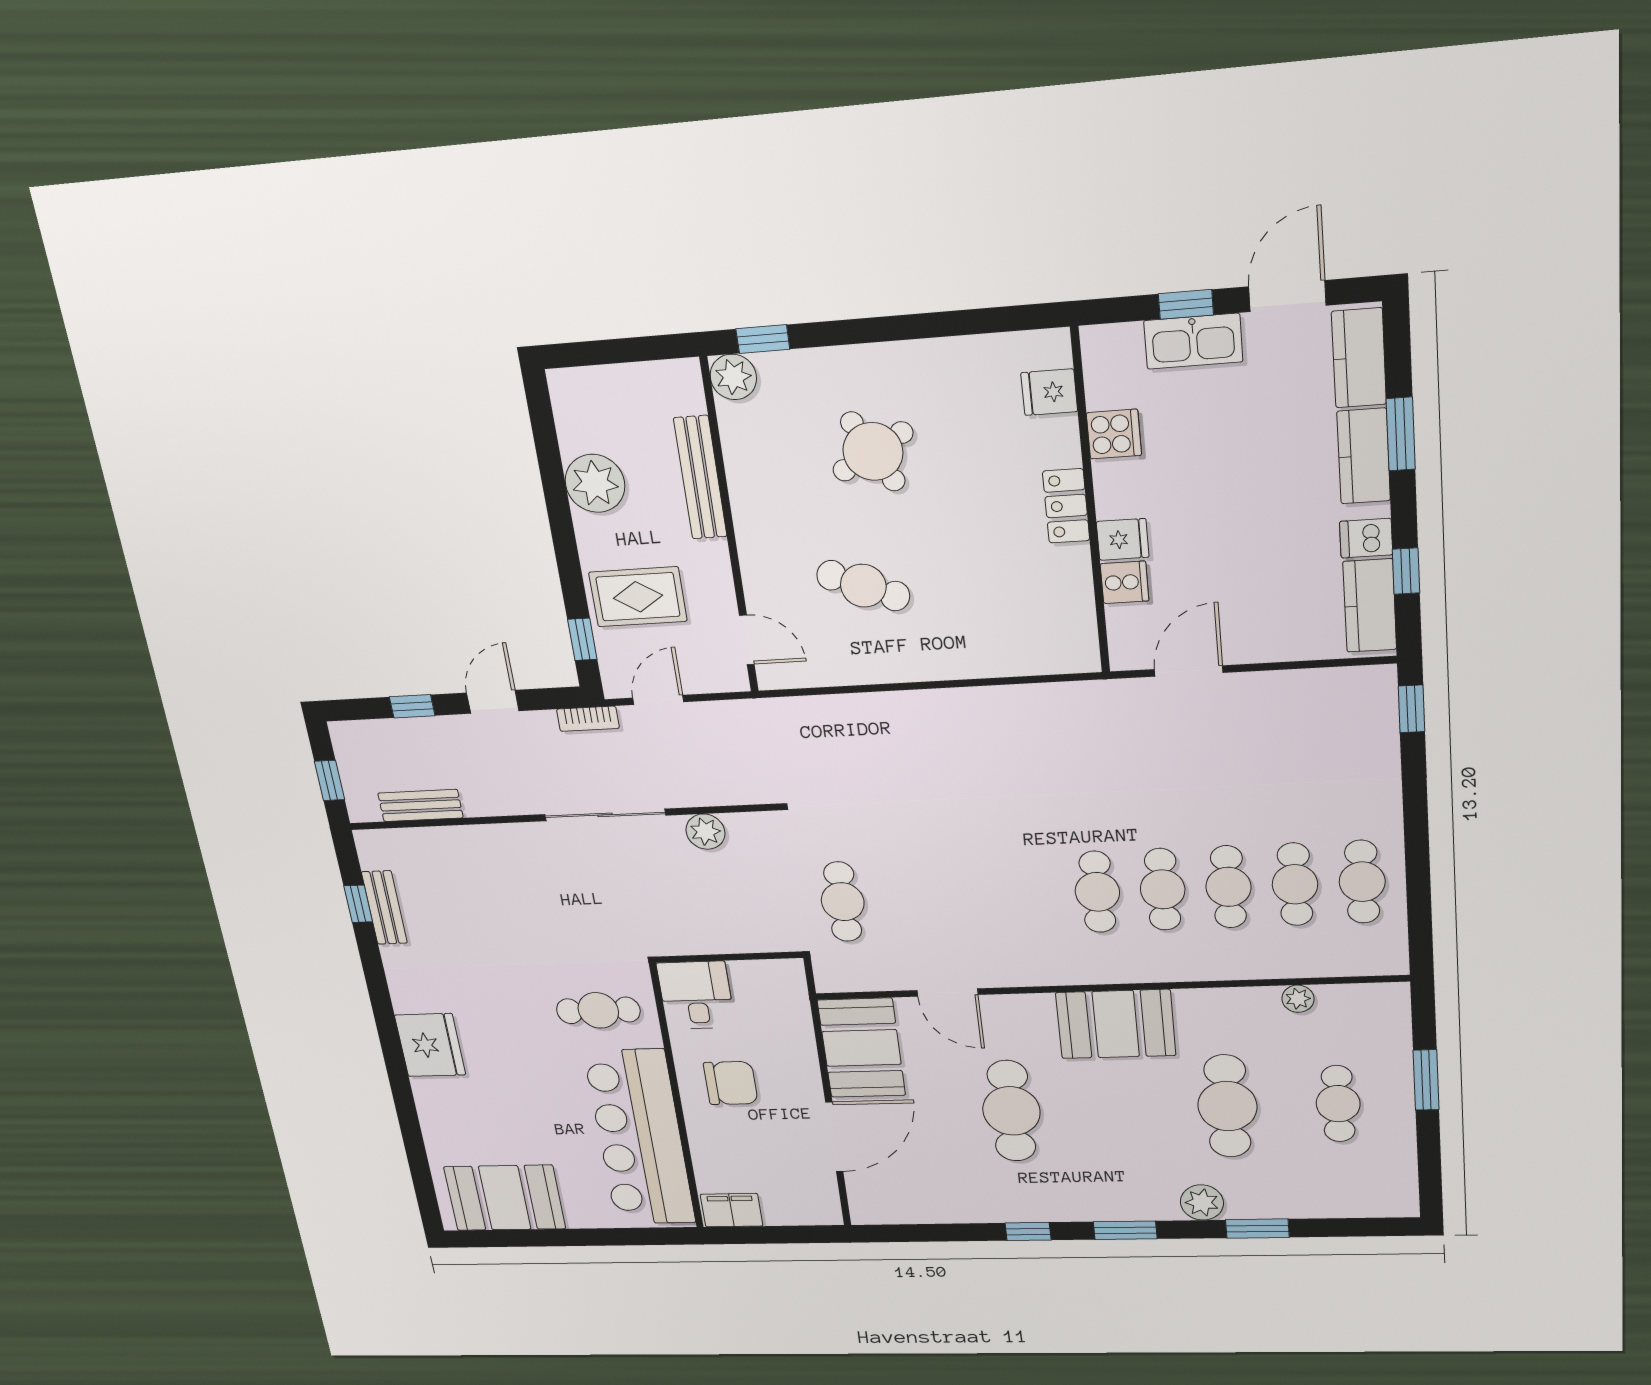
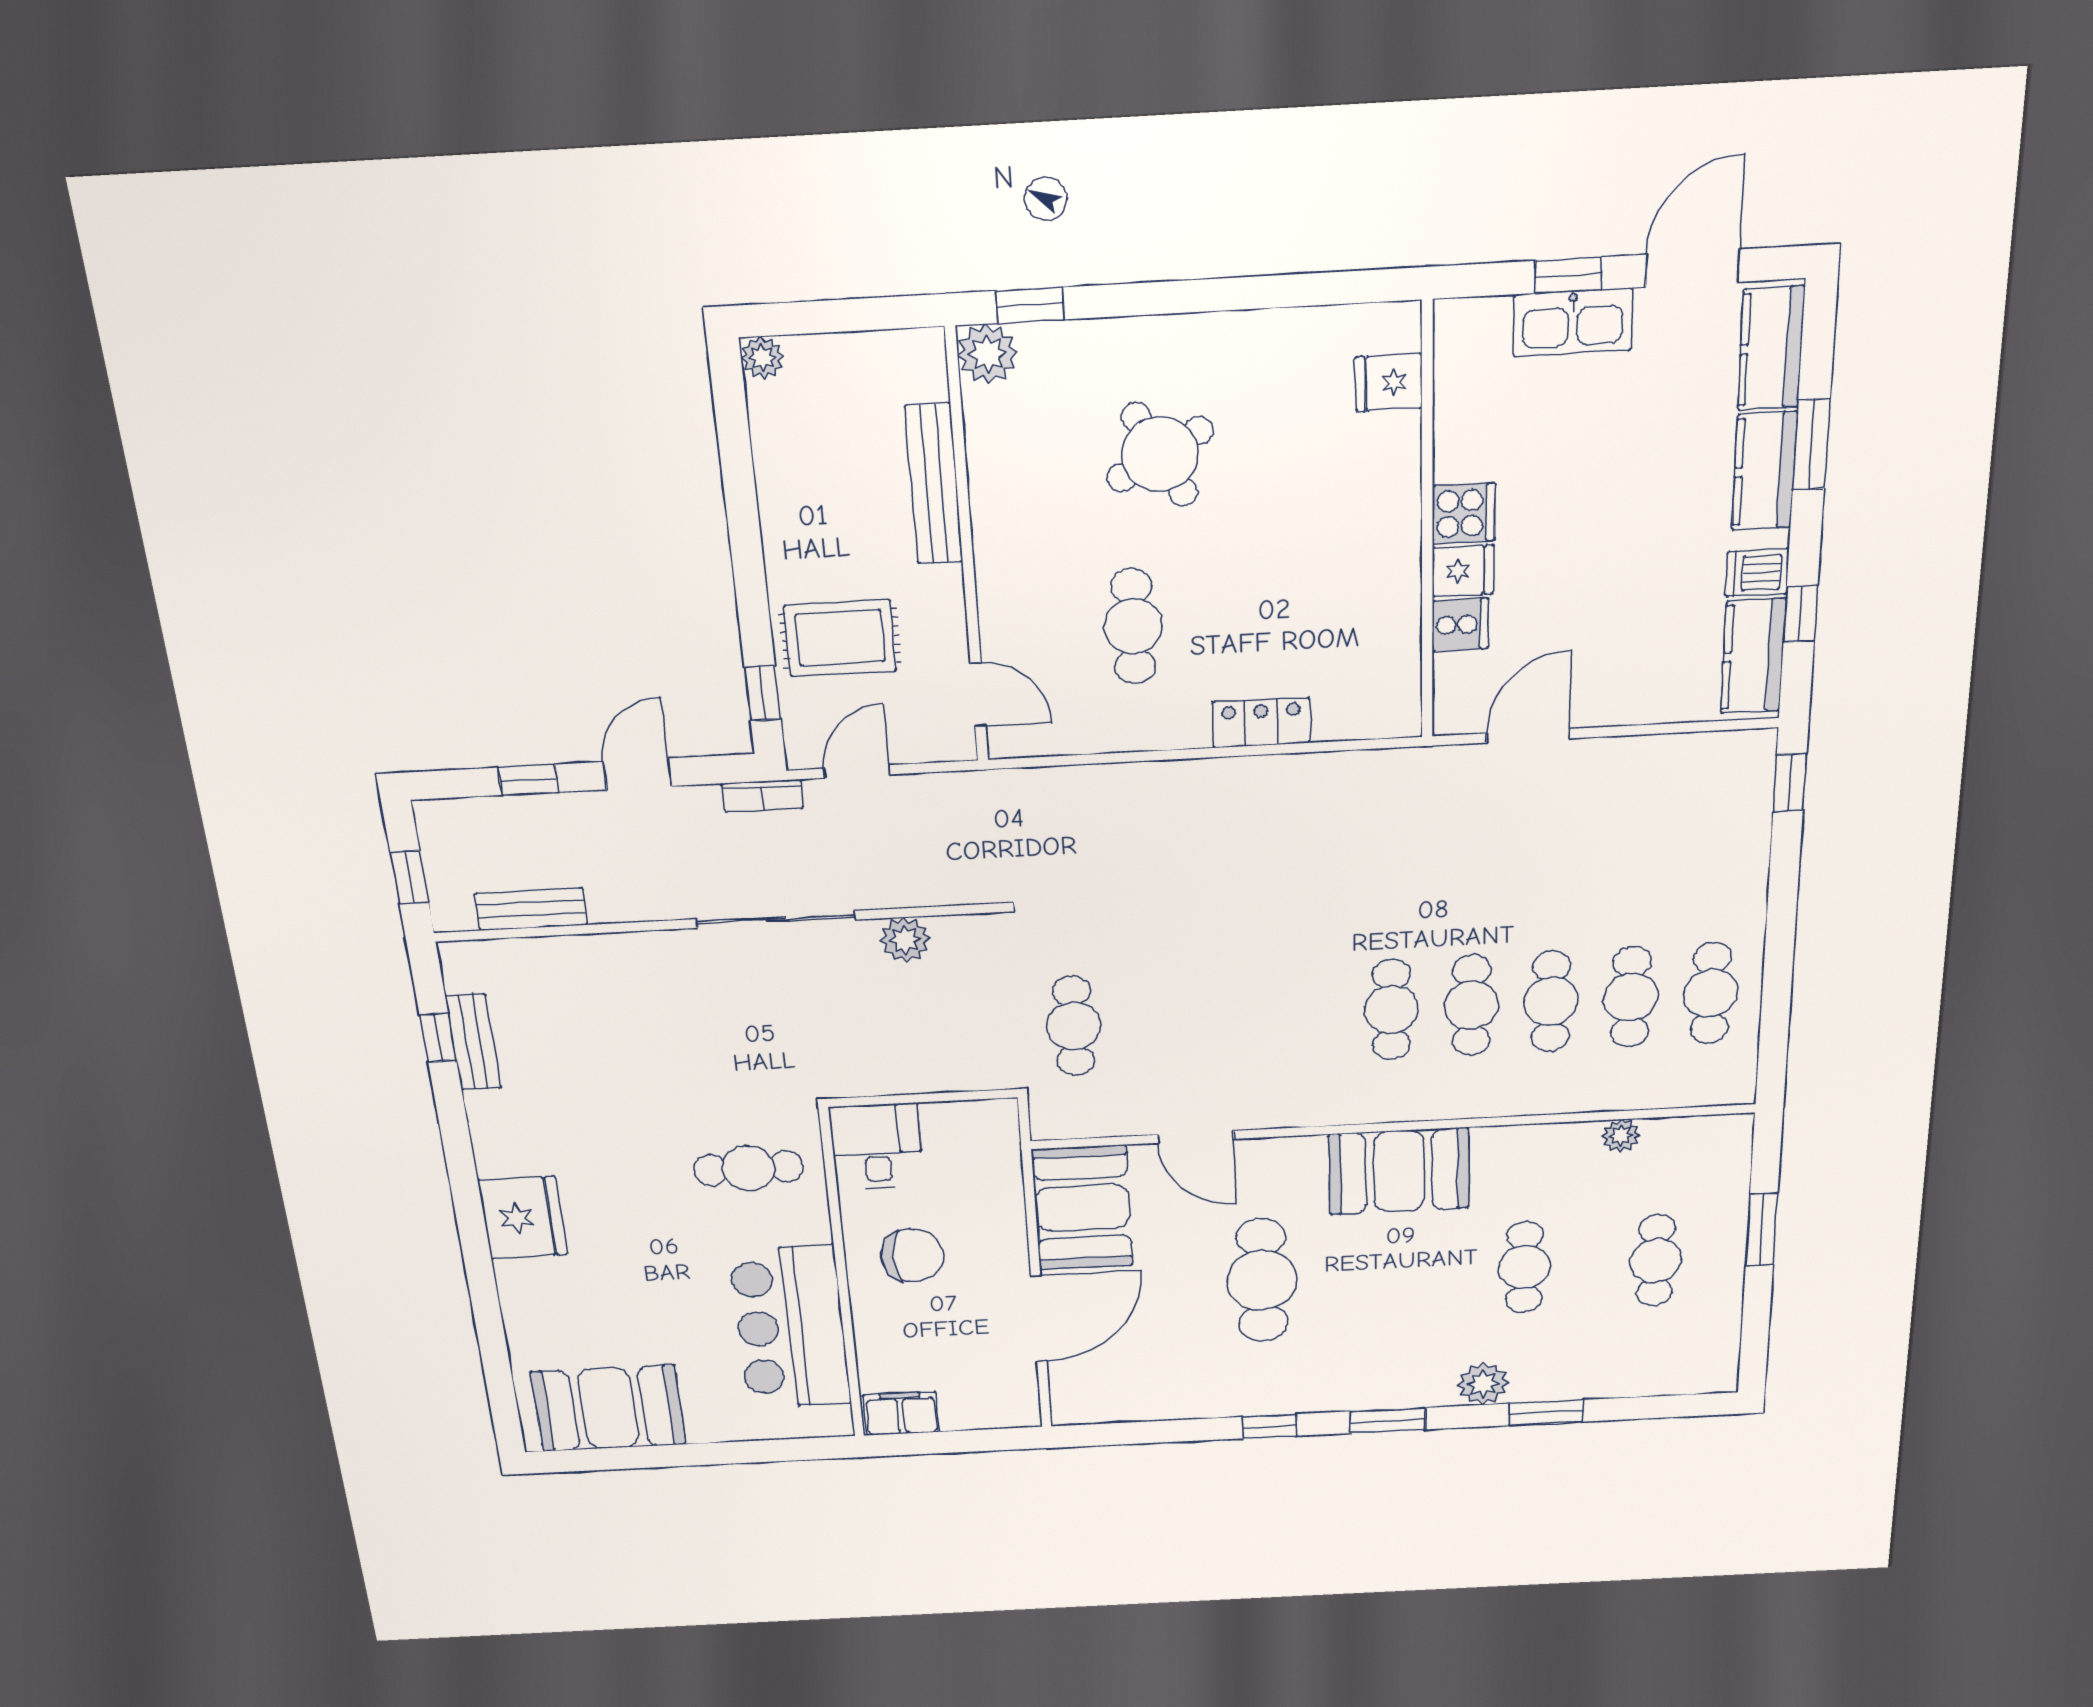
cooker: (1114, 434) -> (1464, 513), moved
plant: (595, 483) -> (762, 358), moved, width x0.53, depth x0.53
locker: (1066, 506) -> (1261, 723), moved, turned 90
cafe table: (863, 586) -> (1133, 626), turned 67
cafe table: (1227, 1106) -> (1524, 1267), width x0.73, depth x0.74
bar counter: (640, 1138) -> (791, 1327), width x0.73

